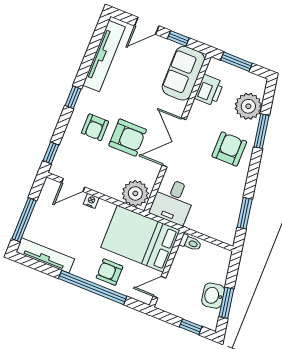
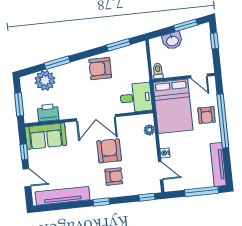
armchair: (229, 149) -> (100, 69), moved
plant: (135, 193) -> (149, 130), width x0.53, depth x0.53
washbasin: (213, 296) -> (172, 41), moved

